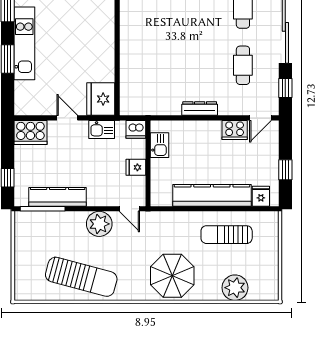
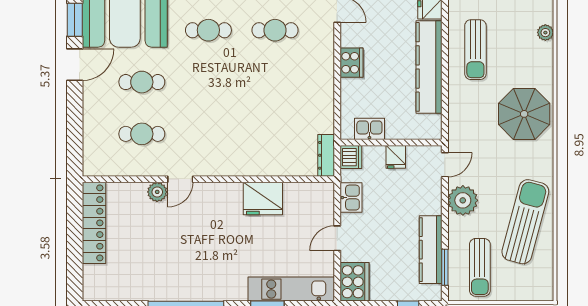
kitchen unit: (24, 43) -> (291, 289), moved
fridge: (101, 99) -> (263, 198), moved
dresser: (200, 108) -> (326, 155), moved
cooker: (235, 130) -> (351, 63), moved
window: (43, 209) -> (445, 267), width x0.69
sun lounger: (43, 238) -> (480, 267), added
plant: (235, 288) -> (545, 33), width x0.53, depth x0.53

